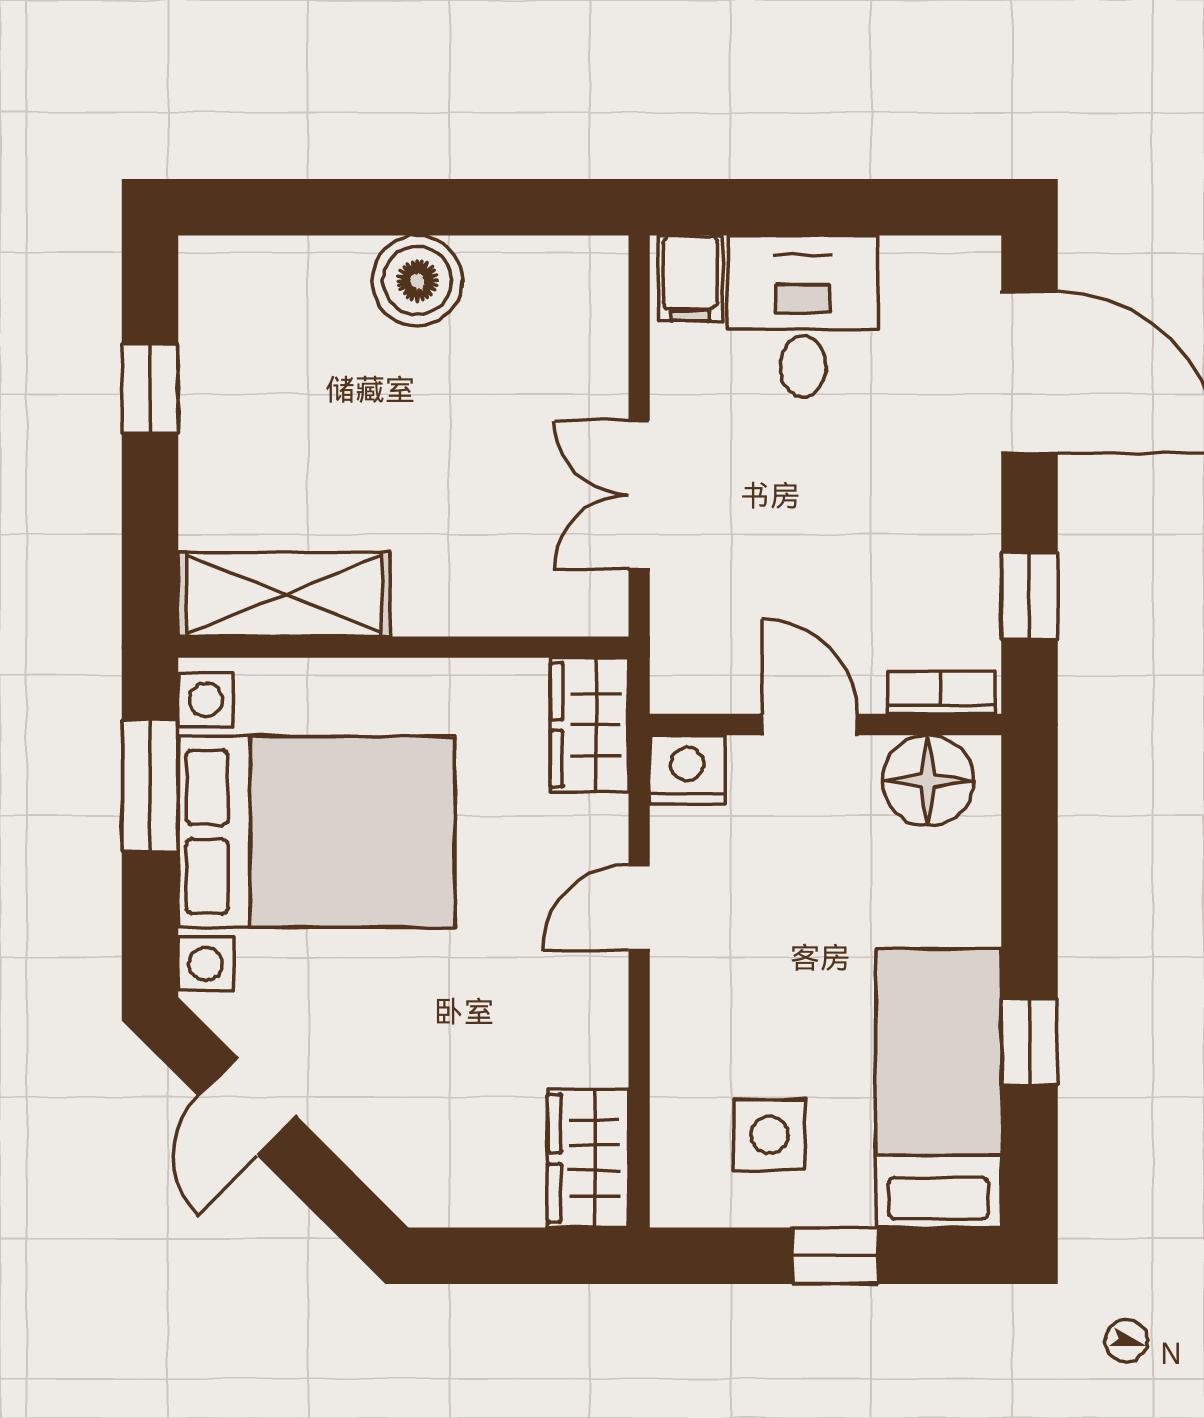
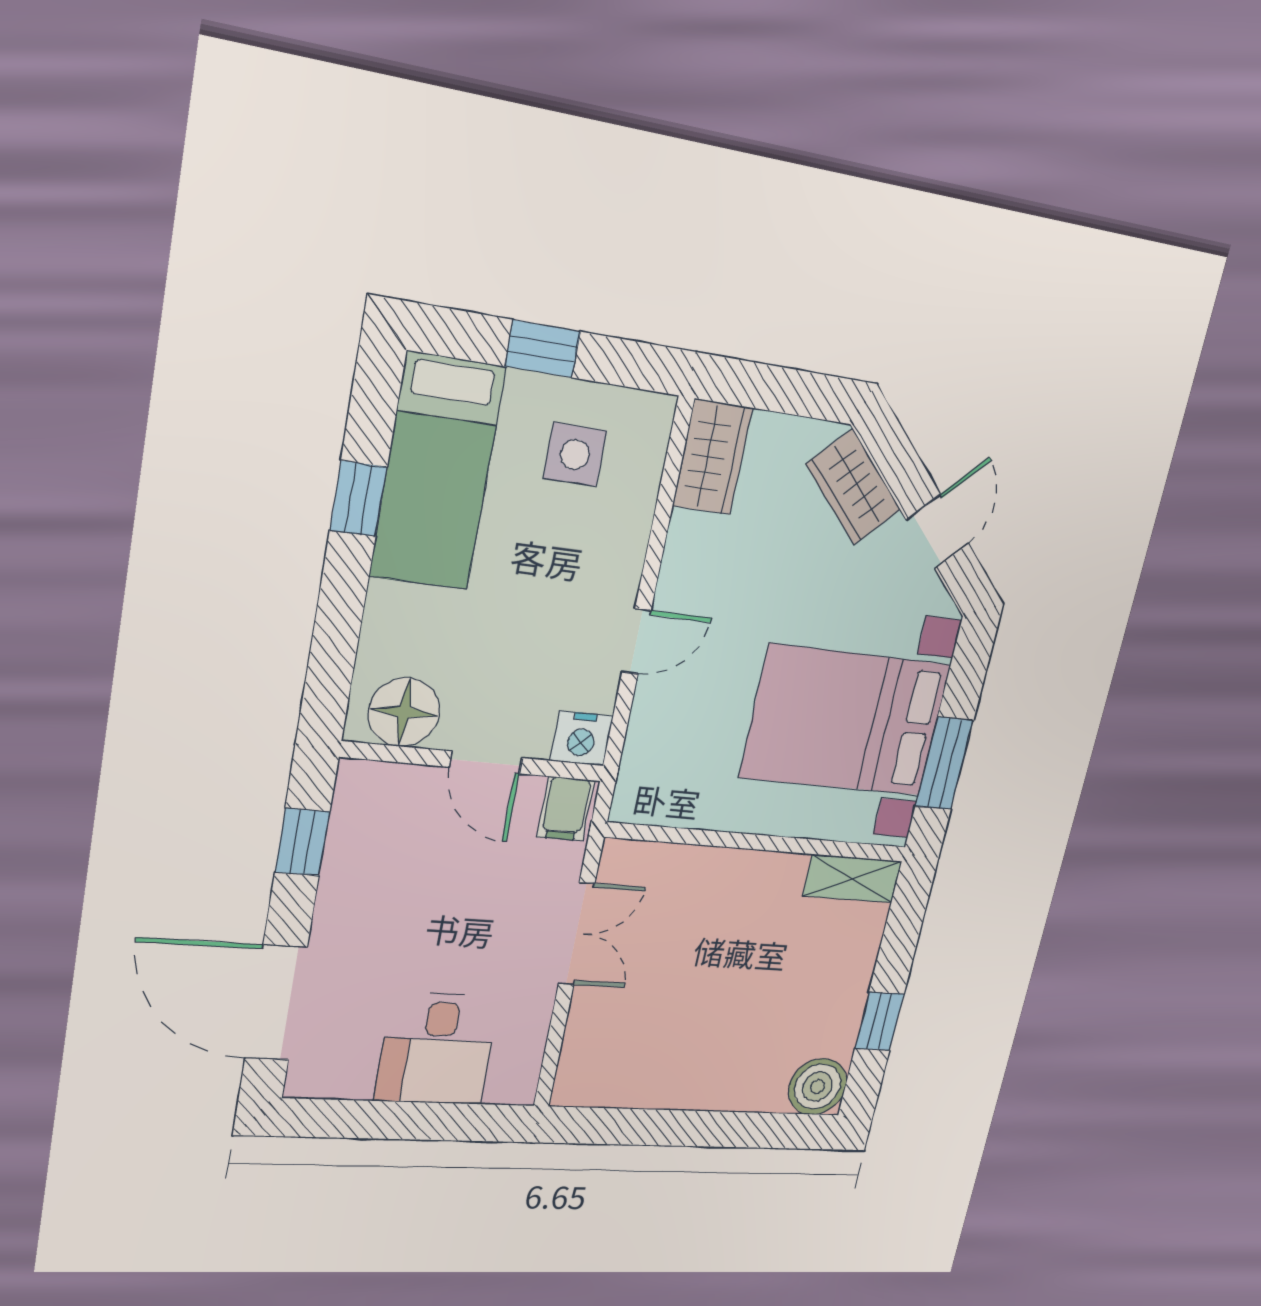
filing cabinet: (690, 278) -> (566, 809), moved, turned 180
boiler: (417, 281) -> (818, 1087), moved
shelving: (284, 594) -> (852, 879), width x0.67, depth x0.75
bookcase: (941, 693) -> (382, 777), removed
wardrobe: (589, 725) -> (853, 487), moved, turned 135

